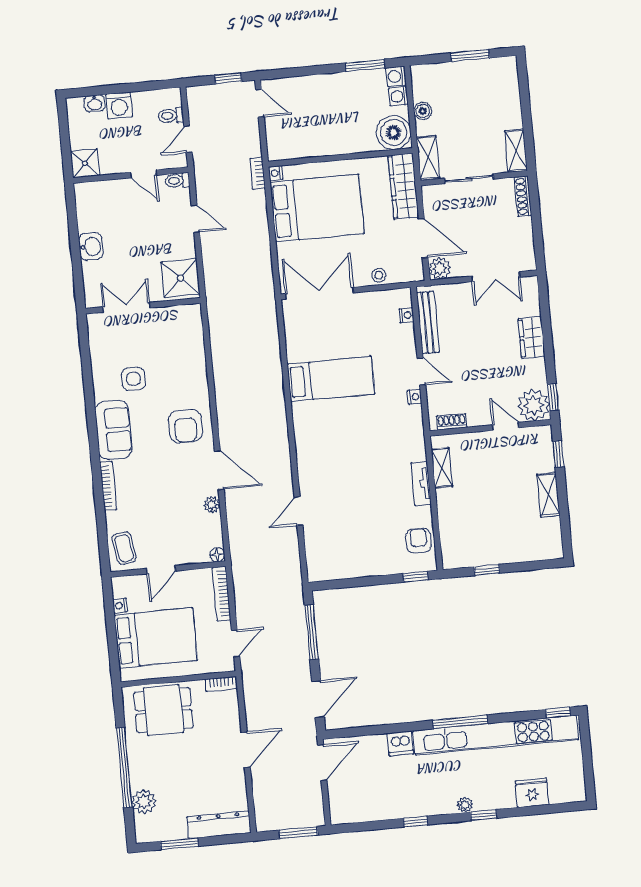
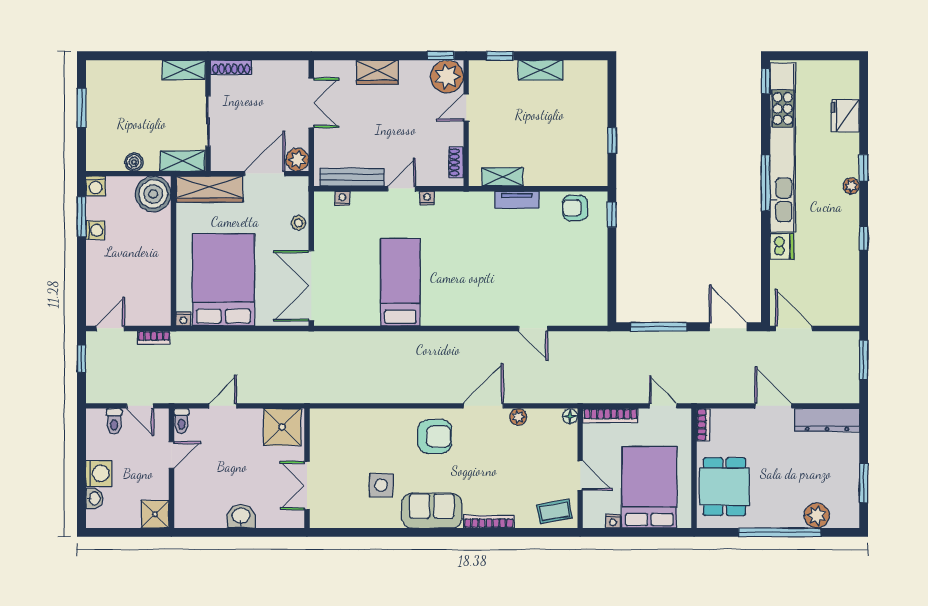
washing machine: (398, 96) -> (95, 230), moved, turned -90
bookcase: (258, 173) -> (154, 338), moved
dresser: (219, 825) -> (827, 420), moved, turned -90

